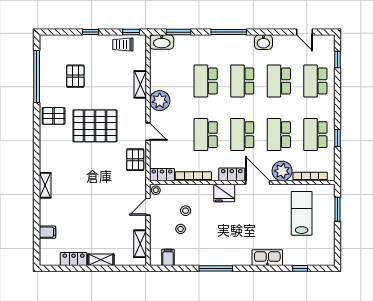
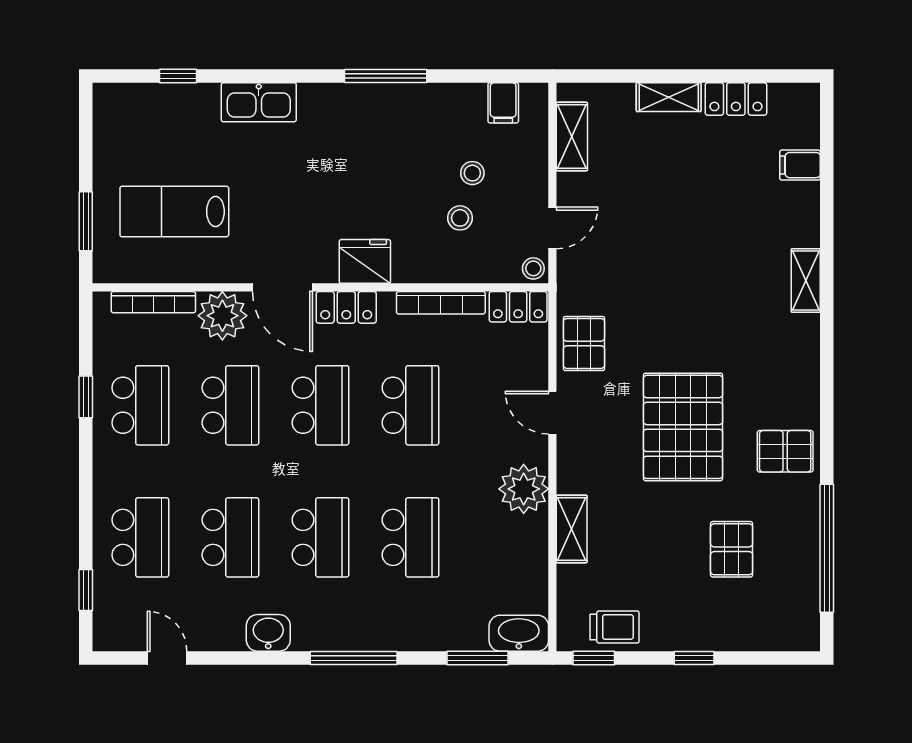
pallet: (95, 126) -> (683, 427), turned 90
lab bench: (302, 213) -> (174, 211), turned 90

